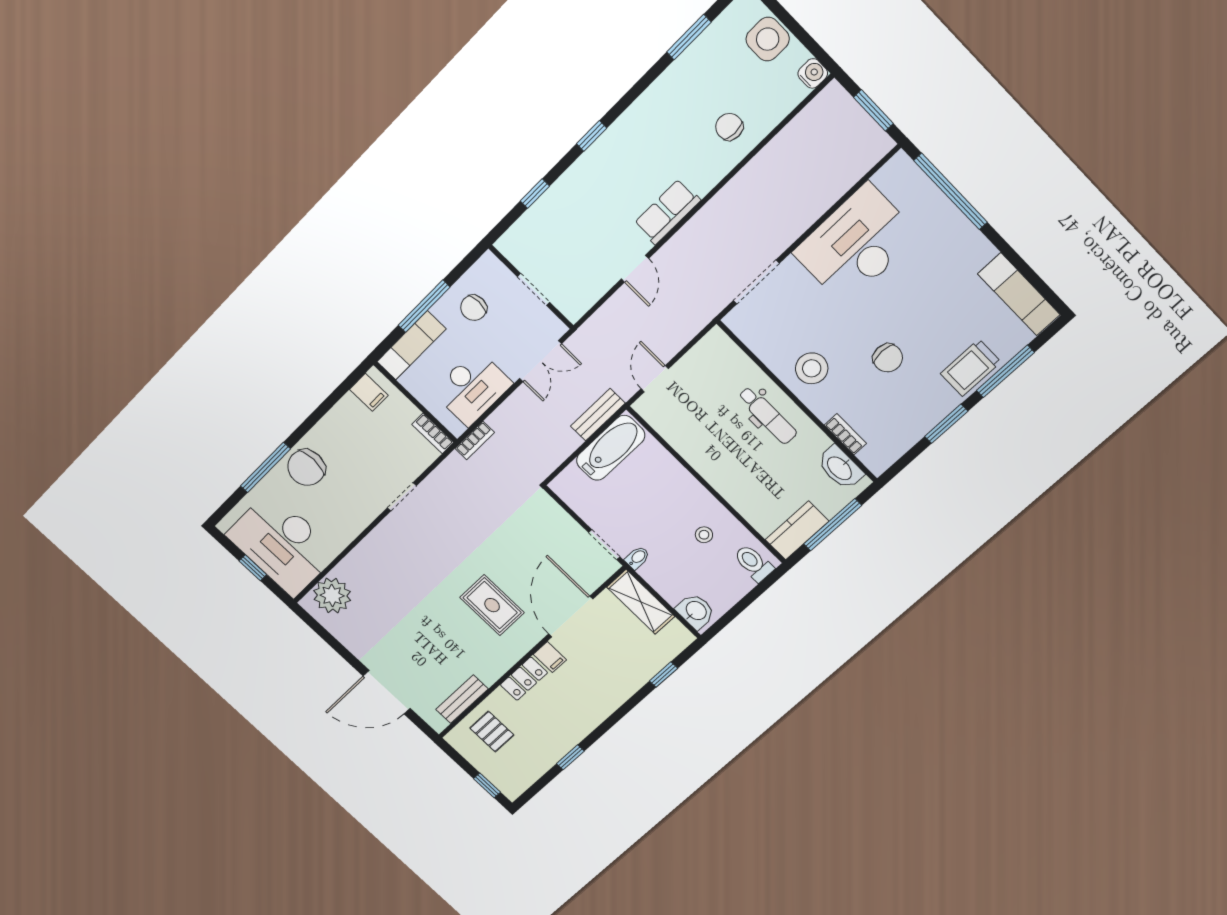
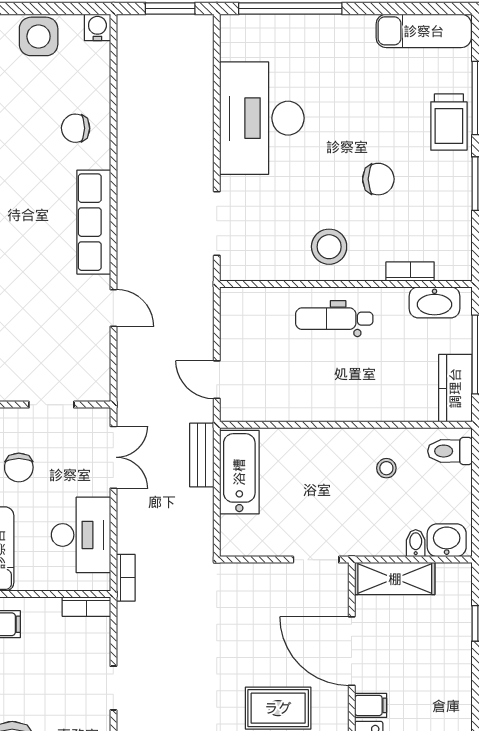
row of seats: (667, 212) -> (94, 222), width x1.48
dental chair: (768, 415) -> (334, 319), turned 180
bidet: (637, 558) -> (416, 543), moved

